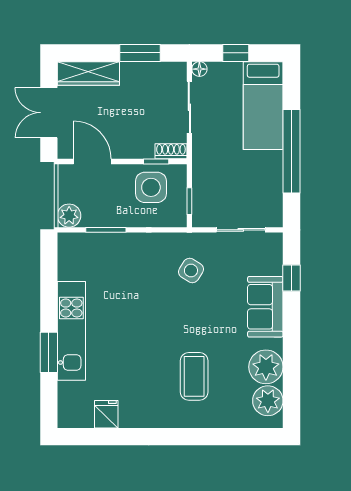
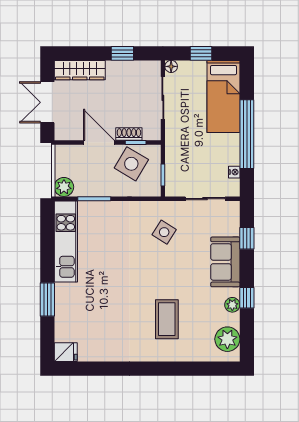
window: (140, 53) -> (122, 53), width x0.67
shoe rack: (171, 151) -> (129, 134), moved
door: (92, 161) -> (99, 142), moved
side table: (151, 187) -> (131, 164), turned 31
nightstand: (276, 197) -> (234, 172), added
kitchen unit: (71, 331) -> (66, 242), moved
window: (291, 350) -> (247, 298), added
plant: (266, 367) -> (232, 305), width x0.53, depth x0.53
fridge: (106, 414) -> (66, 352), moved, turned 90

